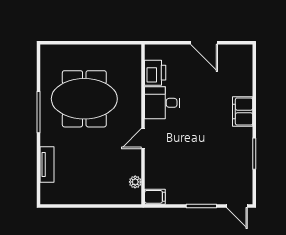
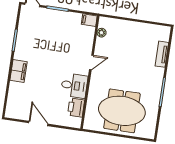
meeting table: (84, 99) -> (122, 111), moved

